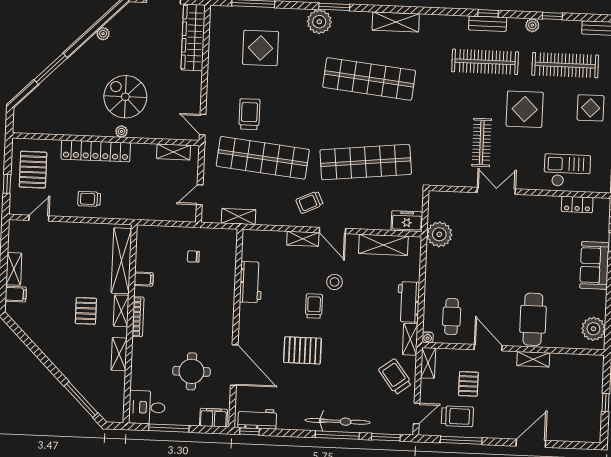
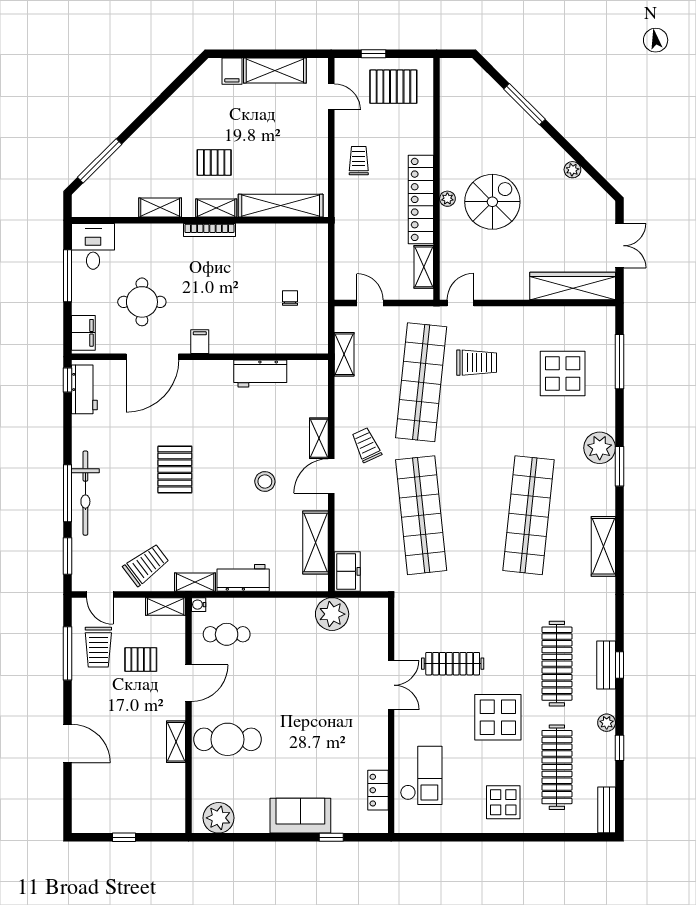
locker: (96, 151) -> (421, 199), moved
shelving: (14, 269) -> (275, 70), width x1.50, depth x1.33
filing cabinet: (144, 279) -> (200, 342), moved, turned 180
trolley: (314, 306) -> (233, 456), removed
pallet: (302, 350) -> (175, 469), moved

